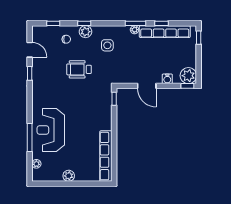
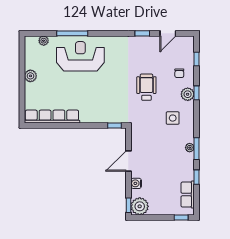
row of seats: (165, 32) -> (188, 195), width x0.50

